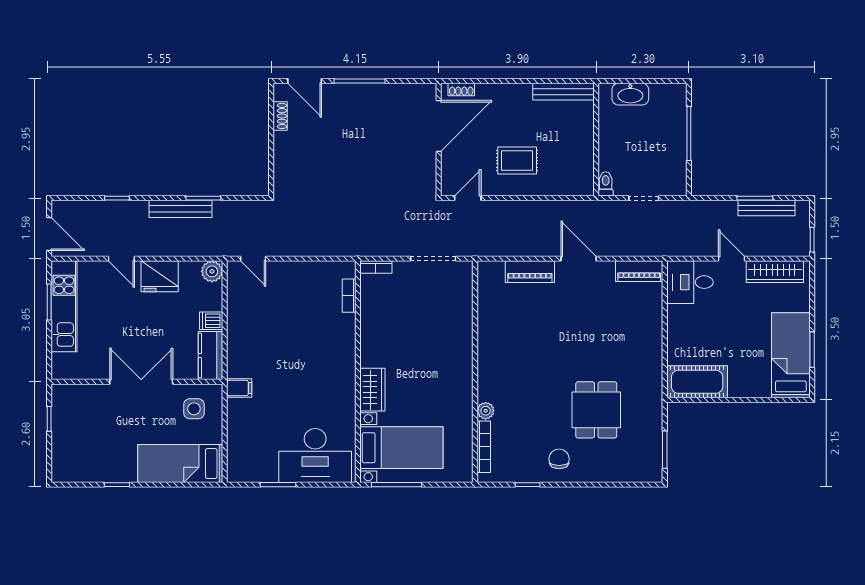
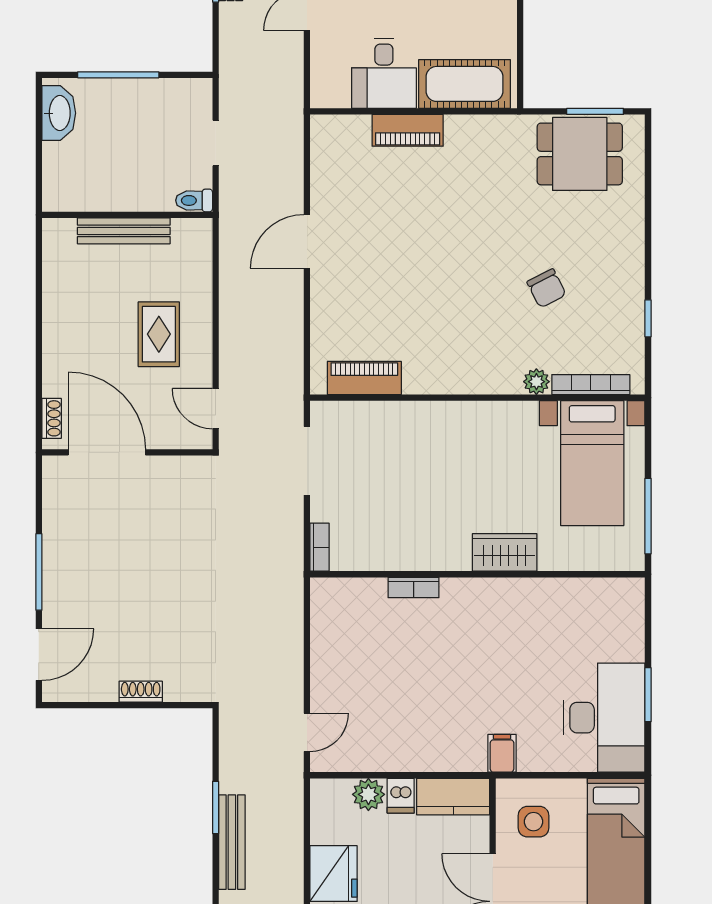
bench: (563, 92) -> (124, 231), moved, turned 90
washbasin: (630, 94) -> (59, 113), moved
shoe rack: (280, 116) -> (141, 692), moved
plant: (212, 271) -> (368, 794), moved
piano: (639, 271) -> (408, 130), moved, turned 90
piano: (530, 272) -> (364, 378), moved, turned -90
desk: (690, 282) -> (384, 73), moved
bookcase: (349, 296) -> (414, 587), moved
cot: (697, 382) -> (464, 84), moved, turned 90
dining table: (596, 410) -> (580, 154), moved
bed with nightstands: (401, 448) -> (592, 463), moved, turned 180
desk: (315, 456) -> (604, 718), moved
chair: (559, 459) -> (547, 288), moved, turned -117

